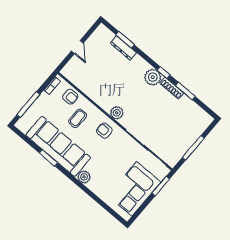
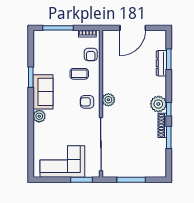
door: (77, 47) -> (133, 28), width x1.87
armchair: (104, 131) -> (87, 102), turned -90
sofa: (58, 146) -> (43, 92), width x0.54, depth x0.79

